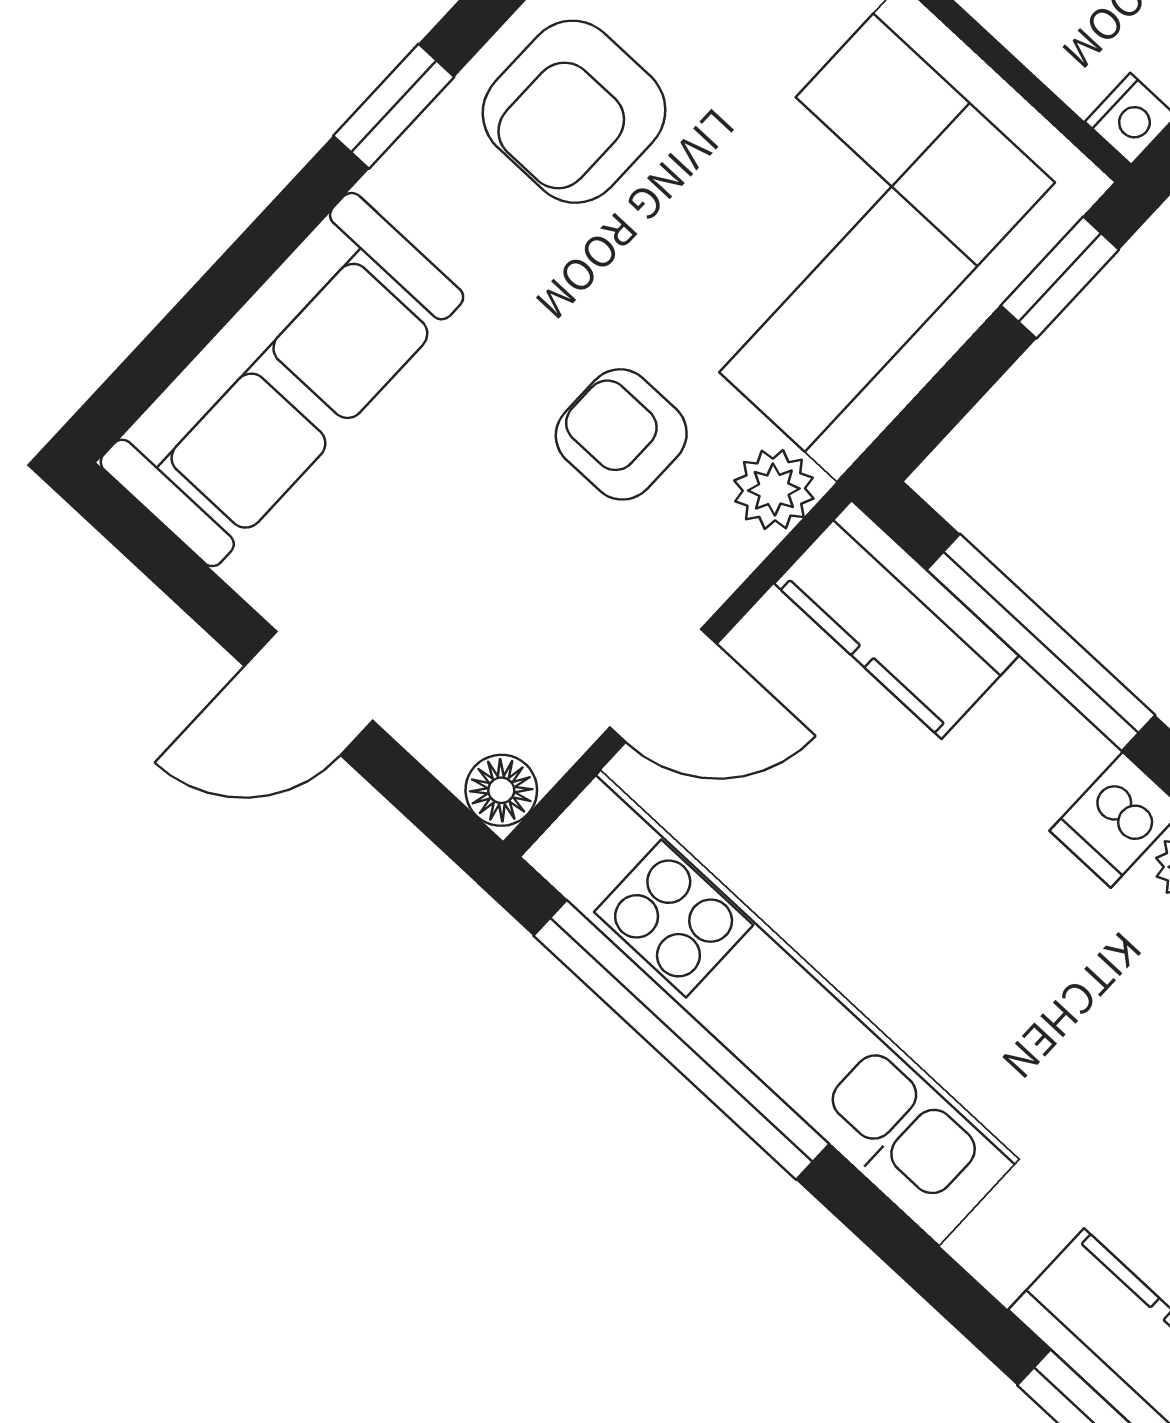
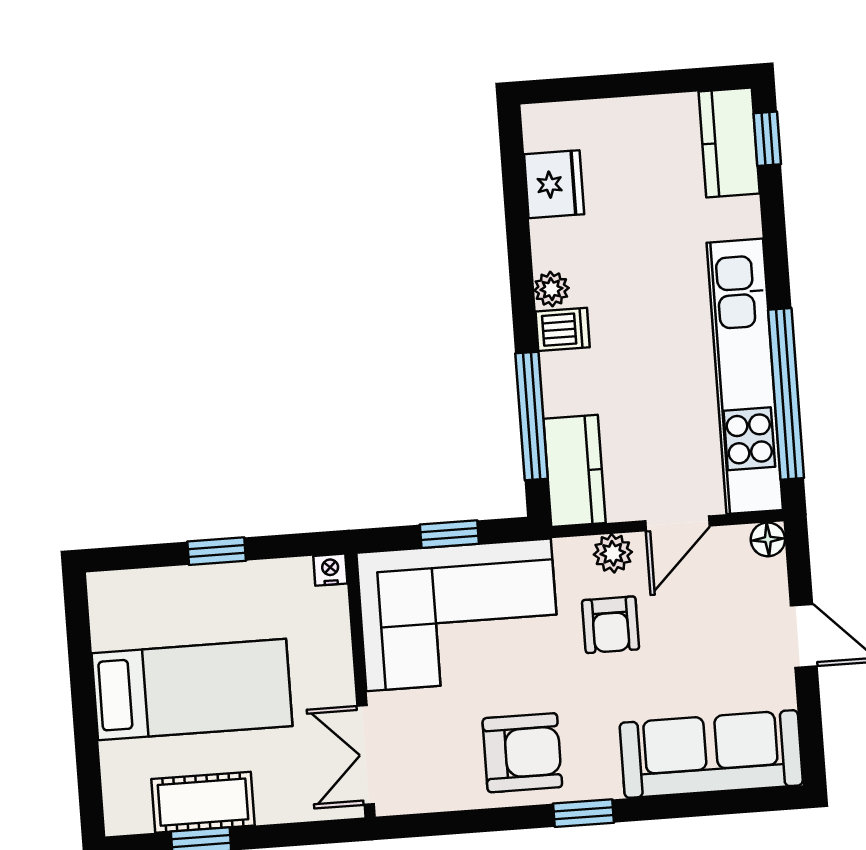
window: (1060, 278) -> (449, 534), moved
plant: (774, 490) -> (613, 553), moved
door: (663, 686) -> (677, 523), swing flipped

